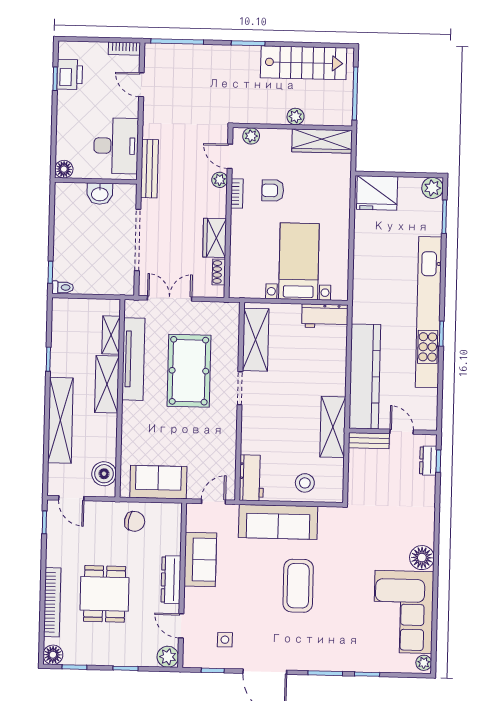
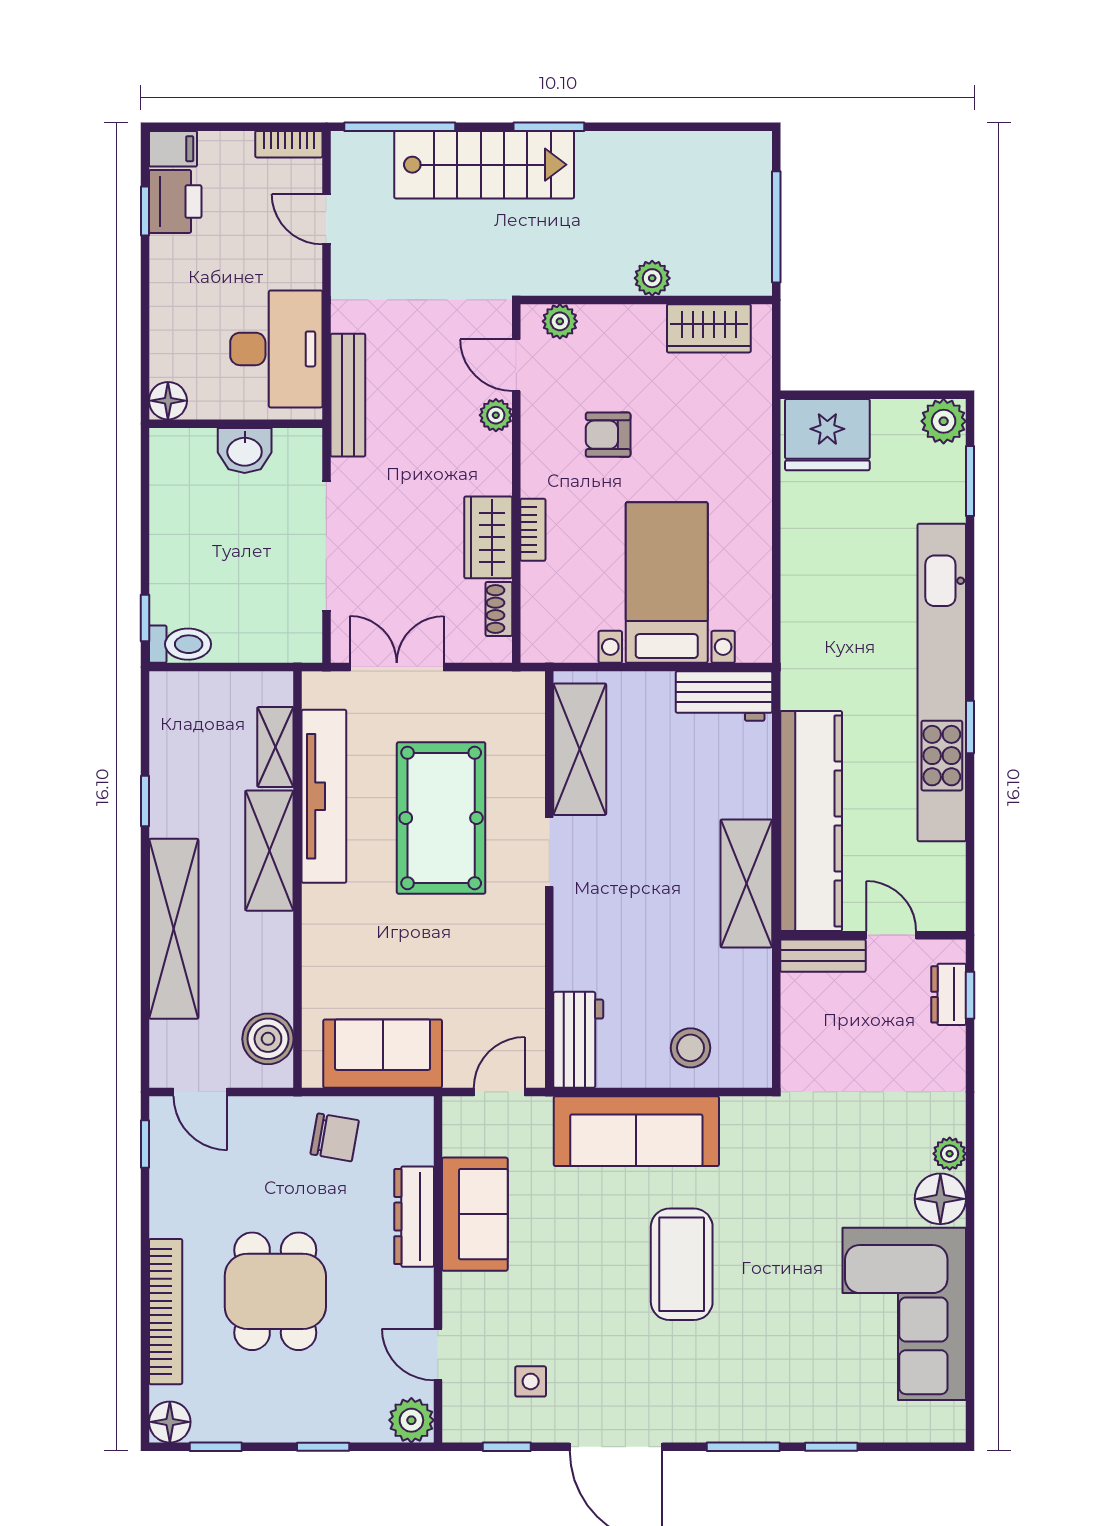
filing cabinet: (69, 49) -> (173, 149), added
stairs: (304, 63) -> (484, 165), moved
wardrobe: (322, 141) -> (709, 328), width x0.67
bookcase: (237, 194) -> (533, 530), moved
toilet: (63, 287) -> (180, 644), width x1.37, depth x1.39
shelving: (333, 427) -> (746, 883), moved
dresser: (171, 580) -> (414, 1217), moved
plant: (424, 663) -> (950, 1154), moved

